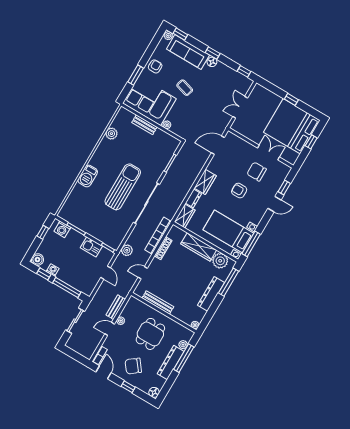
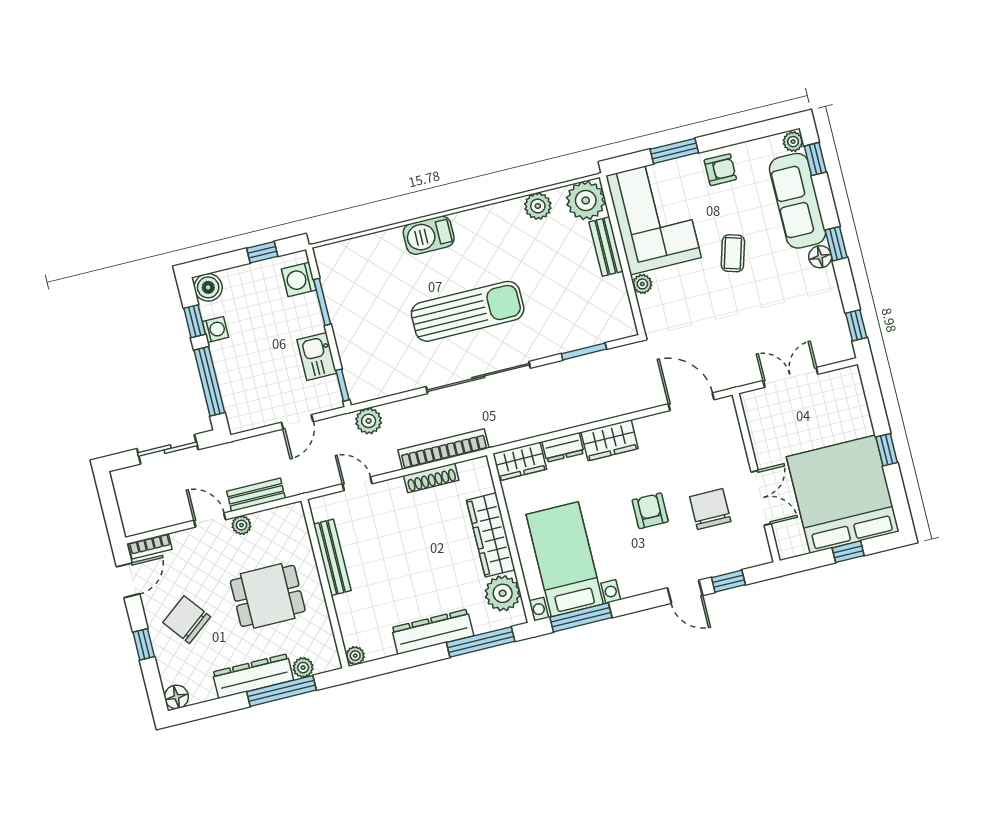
plant: (124, 117) -> (586, 200), added

